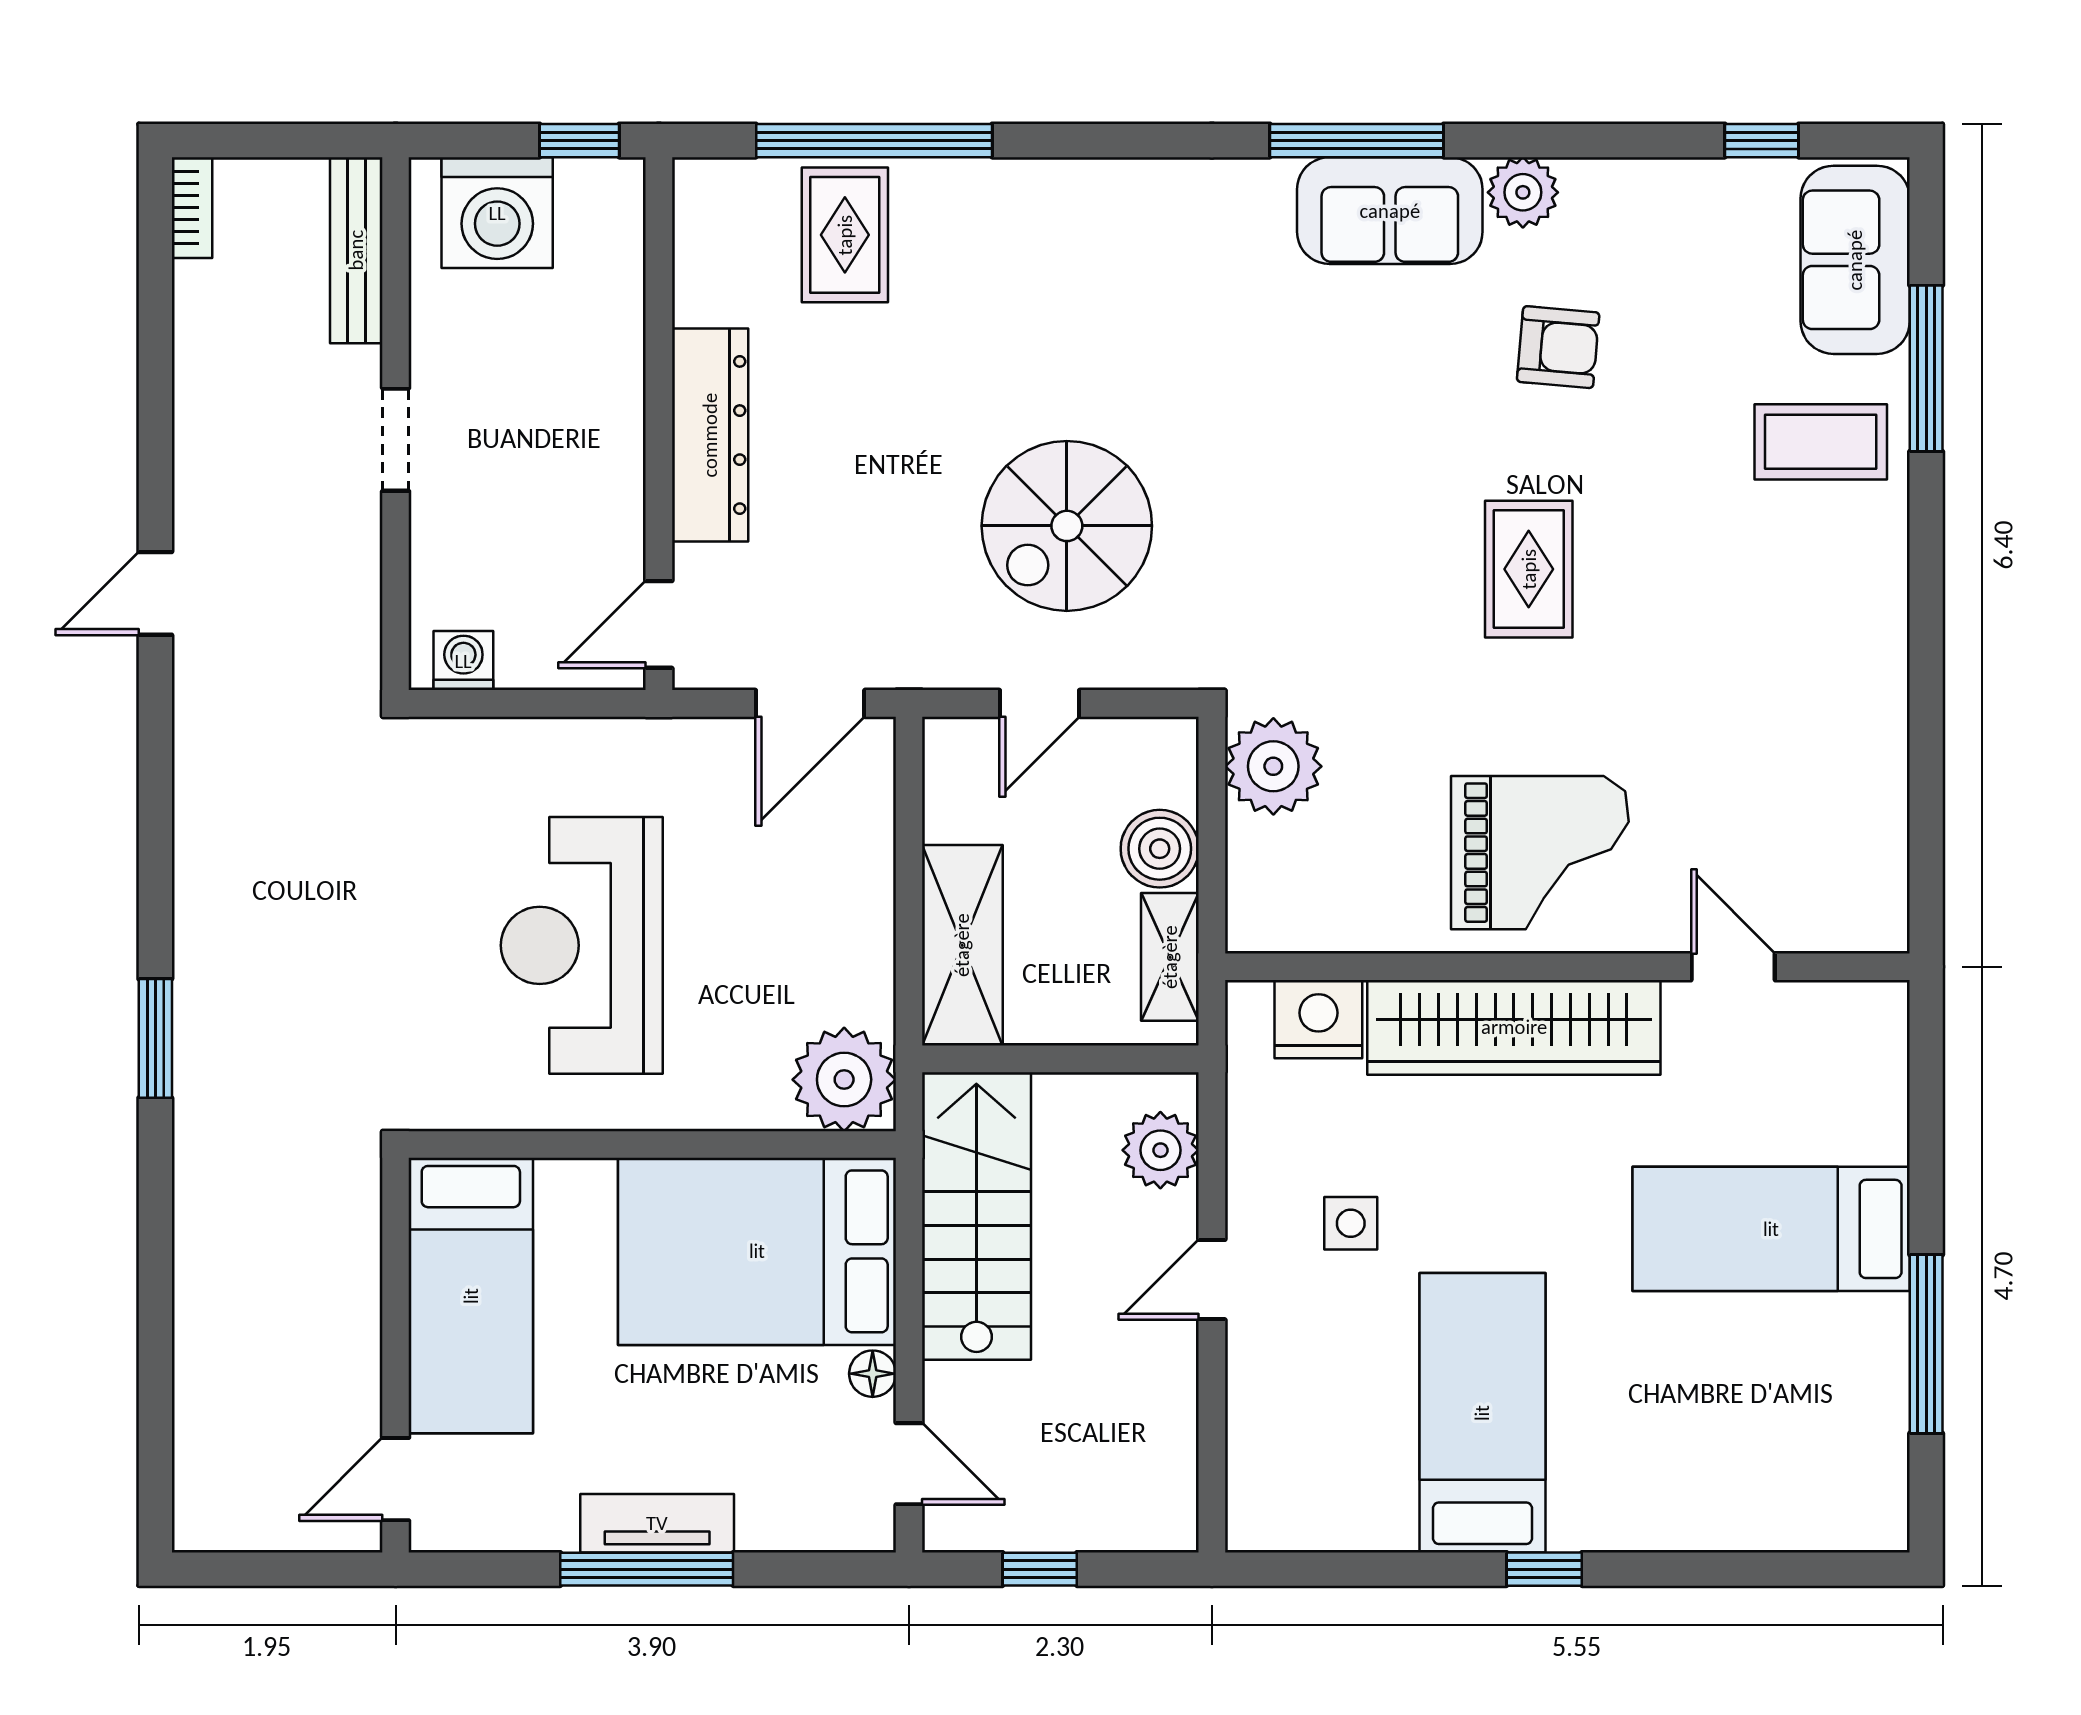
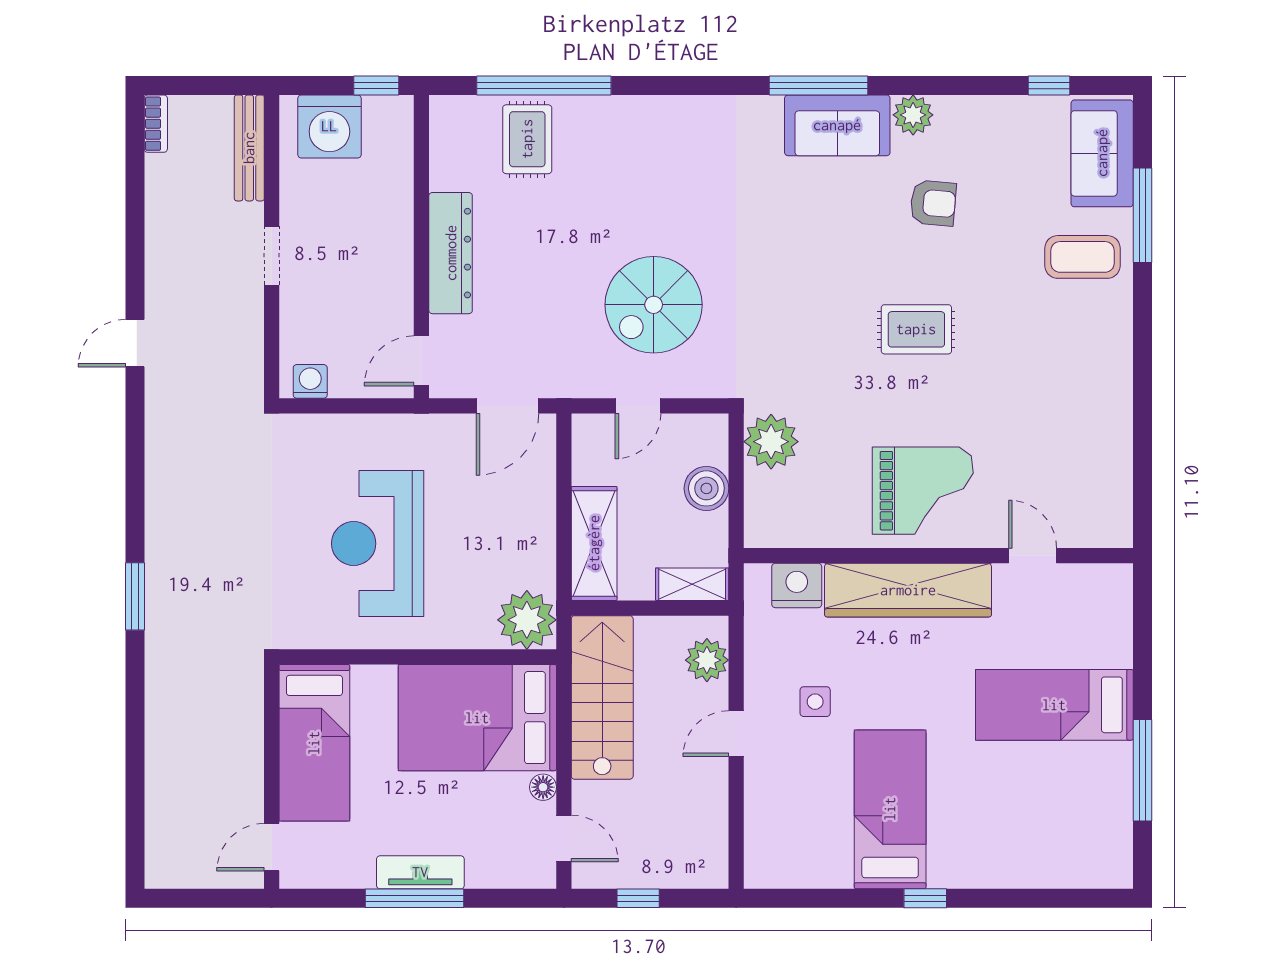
rug: (1529, 569) -> (916, 329), turned 90
shelving: (1170, 957) -> (692, 584), moved, turned 90

